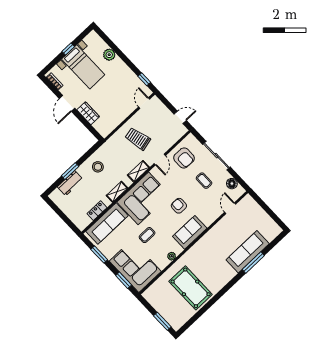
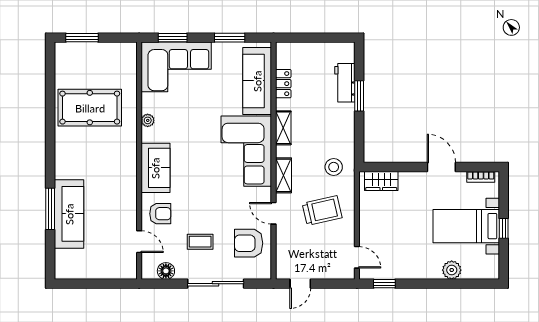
wardrobe: (88, 113) -> (381, 181), moved
stool: (98, 167) -> (334, 167), moved
armchair: (179, 206) -> (160, 214), moved
coffee table: (147, 235) -> (199, 115), removed

